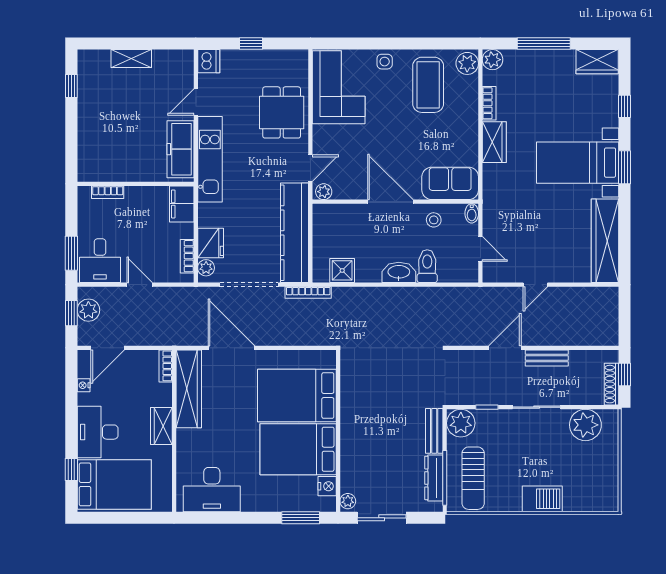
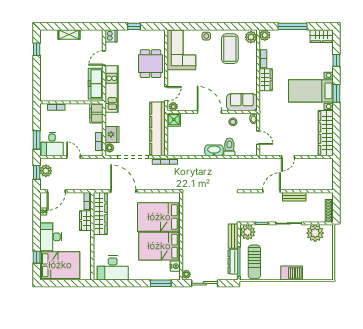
shower: (342, 270) -> (174, 120), moved
window: (625, 374) -> (336, 206), removed
wardrobe: (161, 426) -> (85, 221), moved

